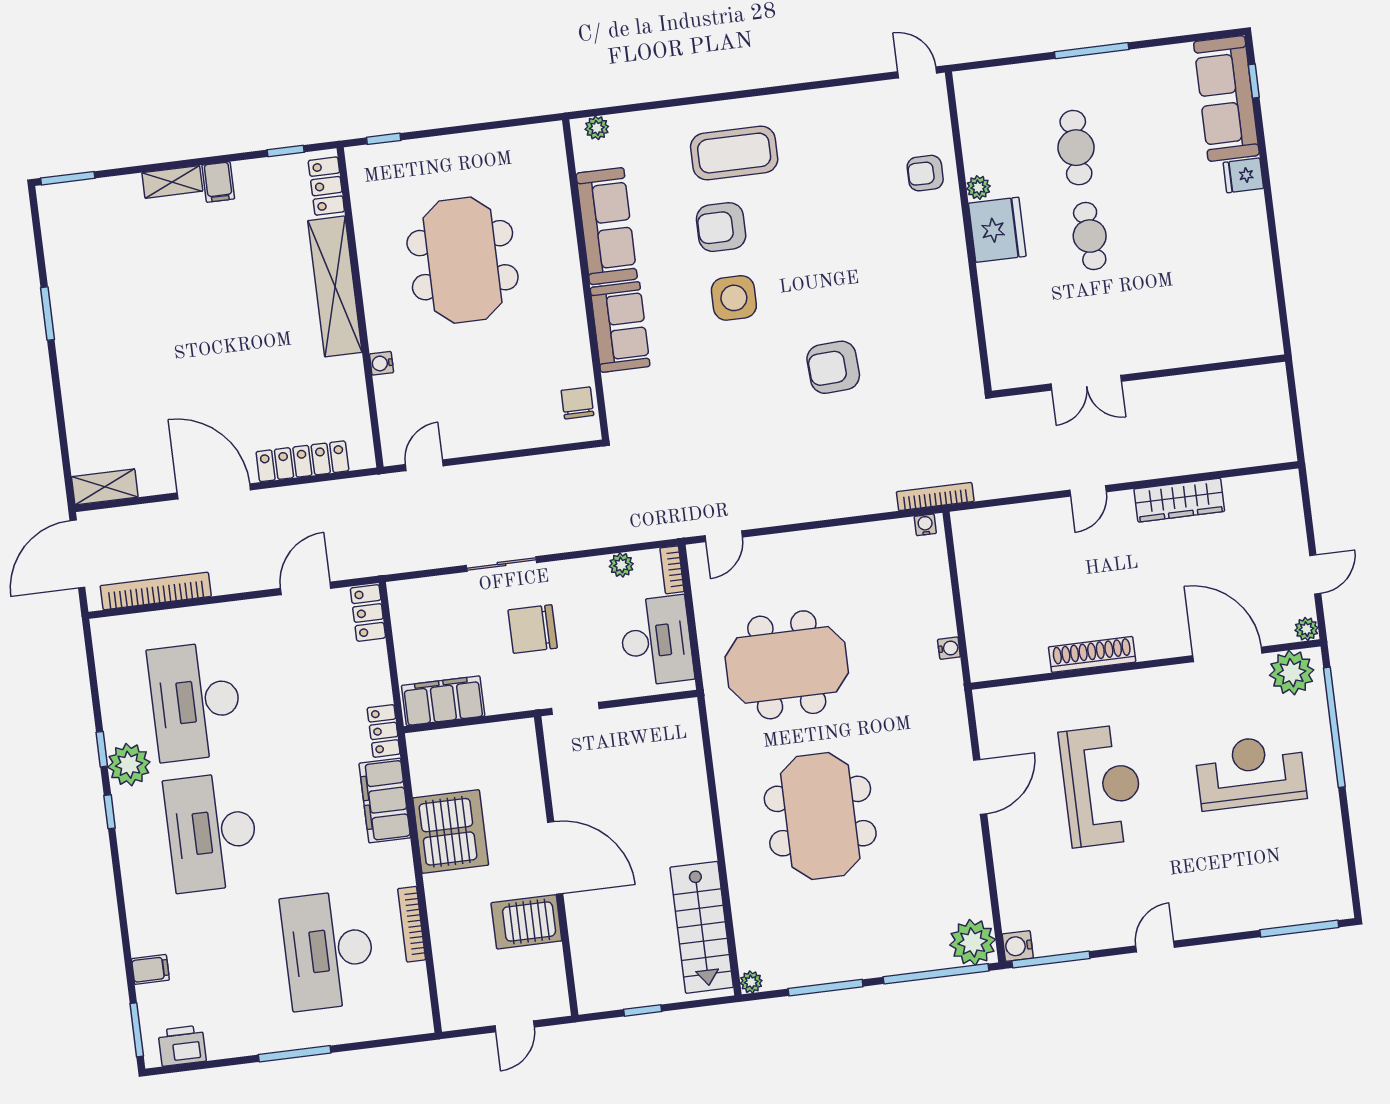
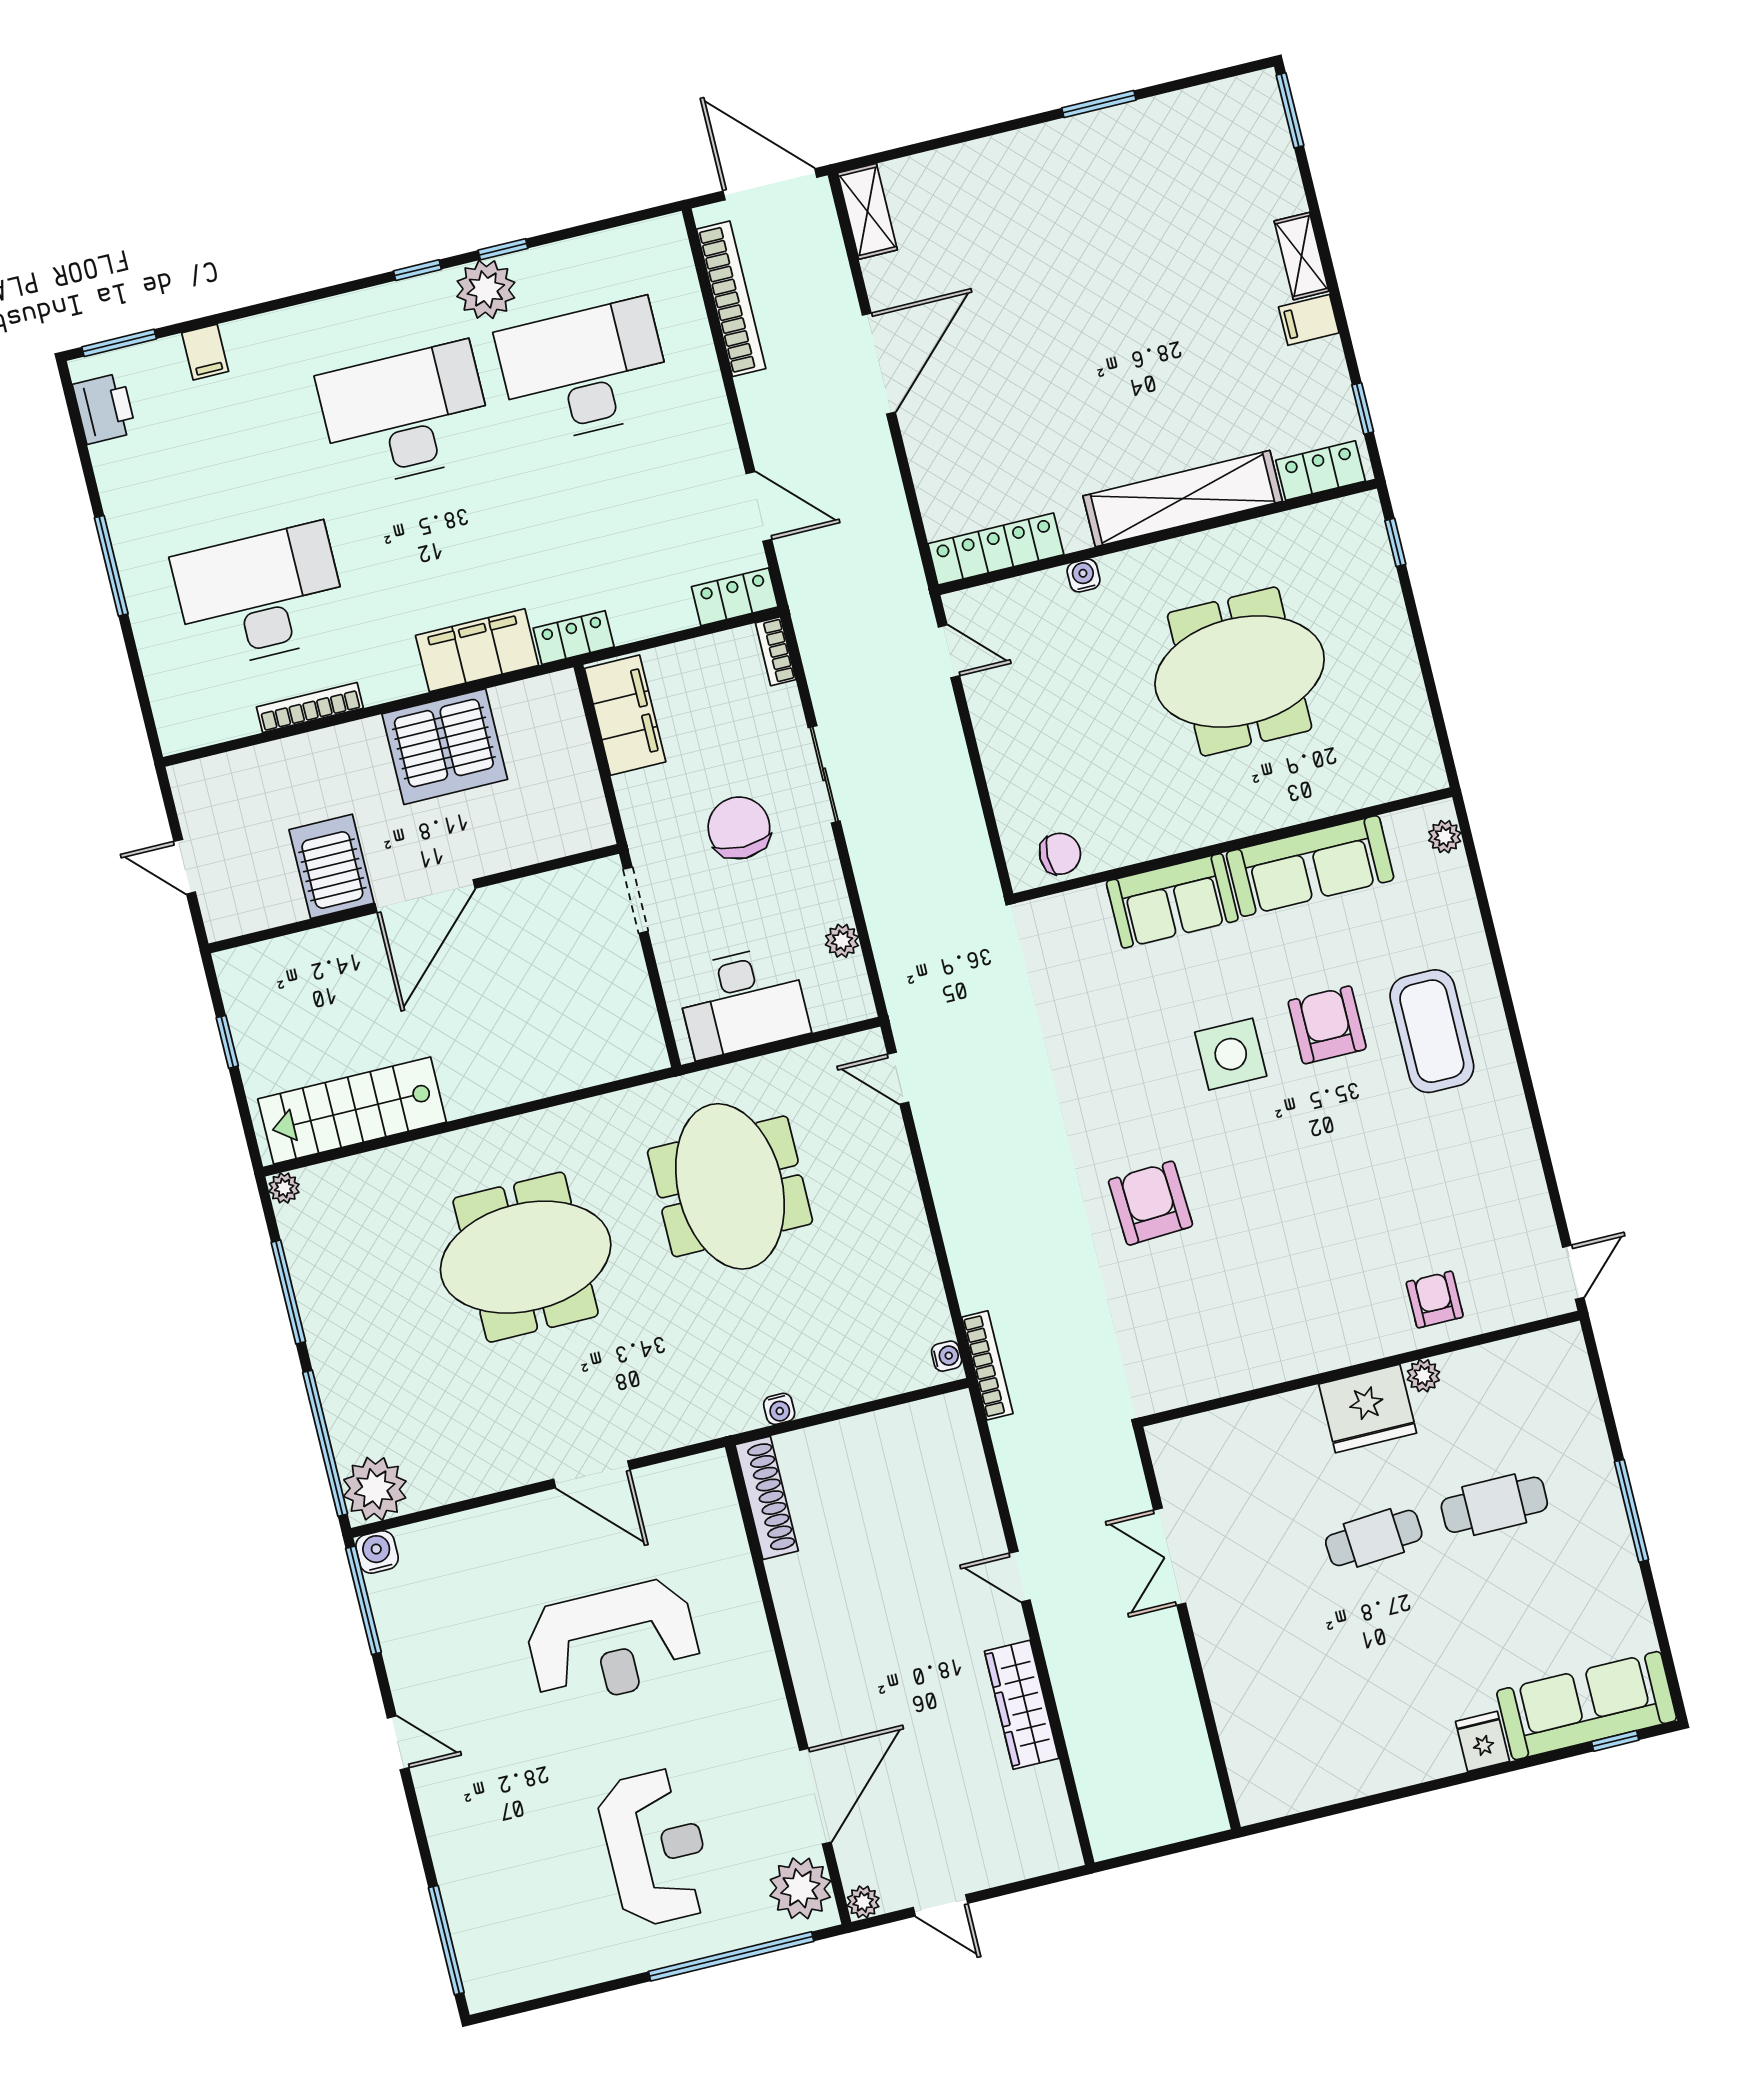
locker: (302, 461) -> (996, 549), moved, turned -90
bookcase: (672, 570) -> (776, 651), moved, turned -90
shoe rack: (1092, 654) -> (767, 1498), moved

